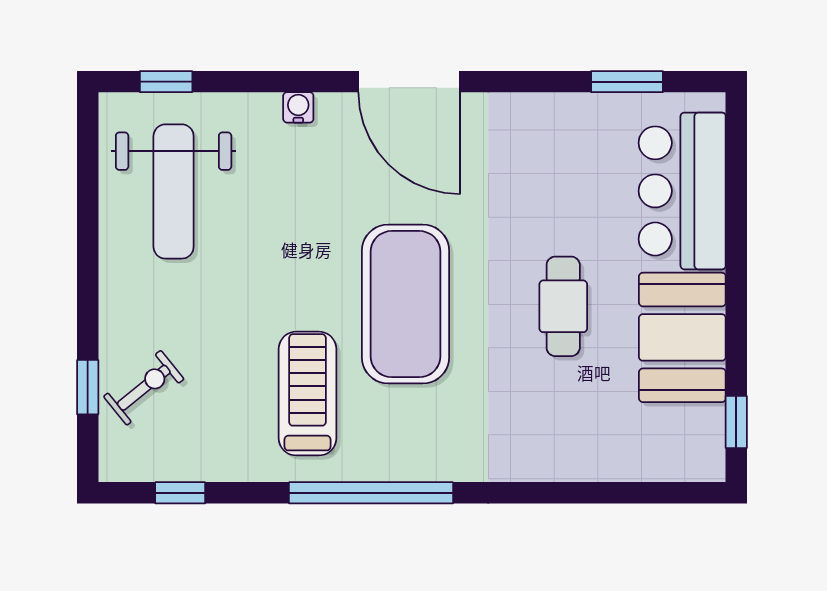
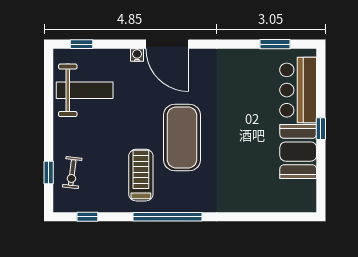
door: (409, 82) -> (167, 44), moved
weight bench: (174, 191) -> (85, 90), turned -90
cafe table: (563, 306) -> (248, 138), removed
exercise bike: (144, 388) -> (72, 173), turned 136
window: (736, 422) -> (321, 129), moved

